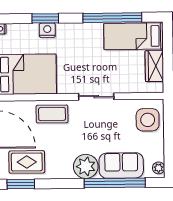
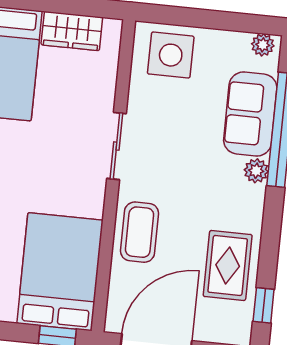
rug: (27, 162) -> (228, 265), moved
plant: (86, 166) -> (256, 171), width x0.53, depth x0.53
window: (21, 184) -> (264, 305), width x0.67

